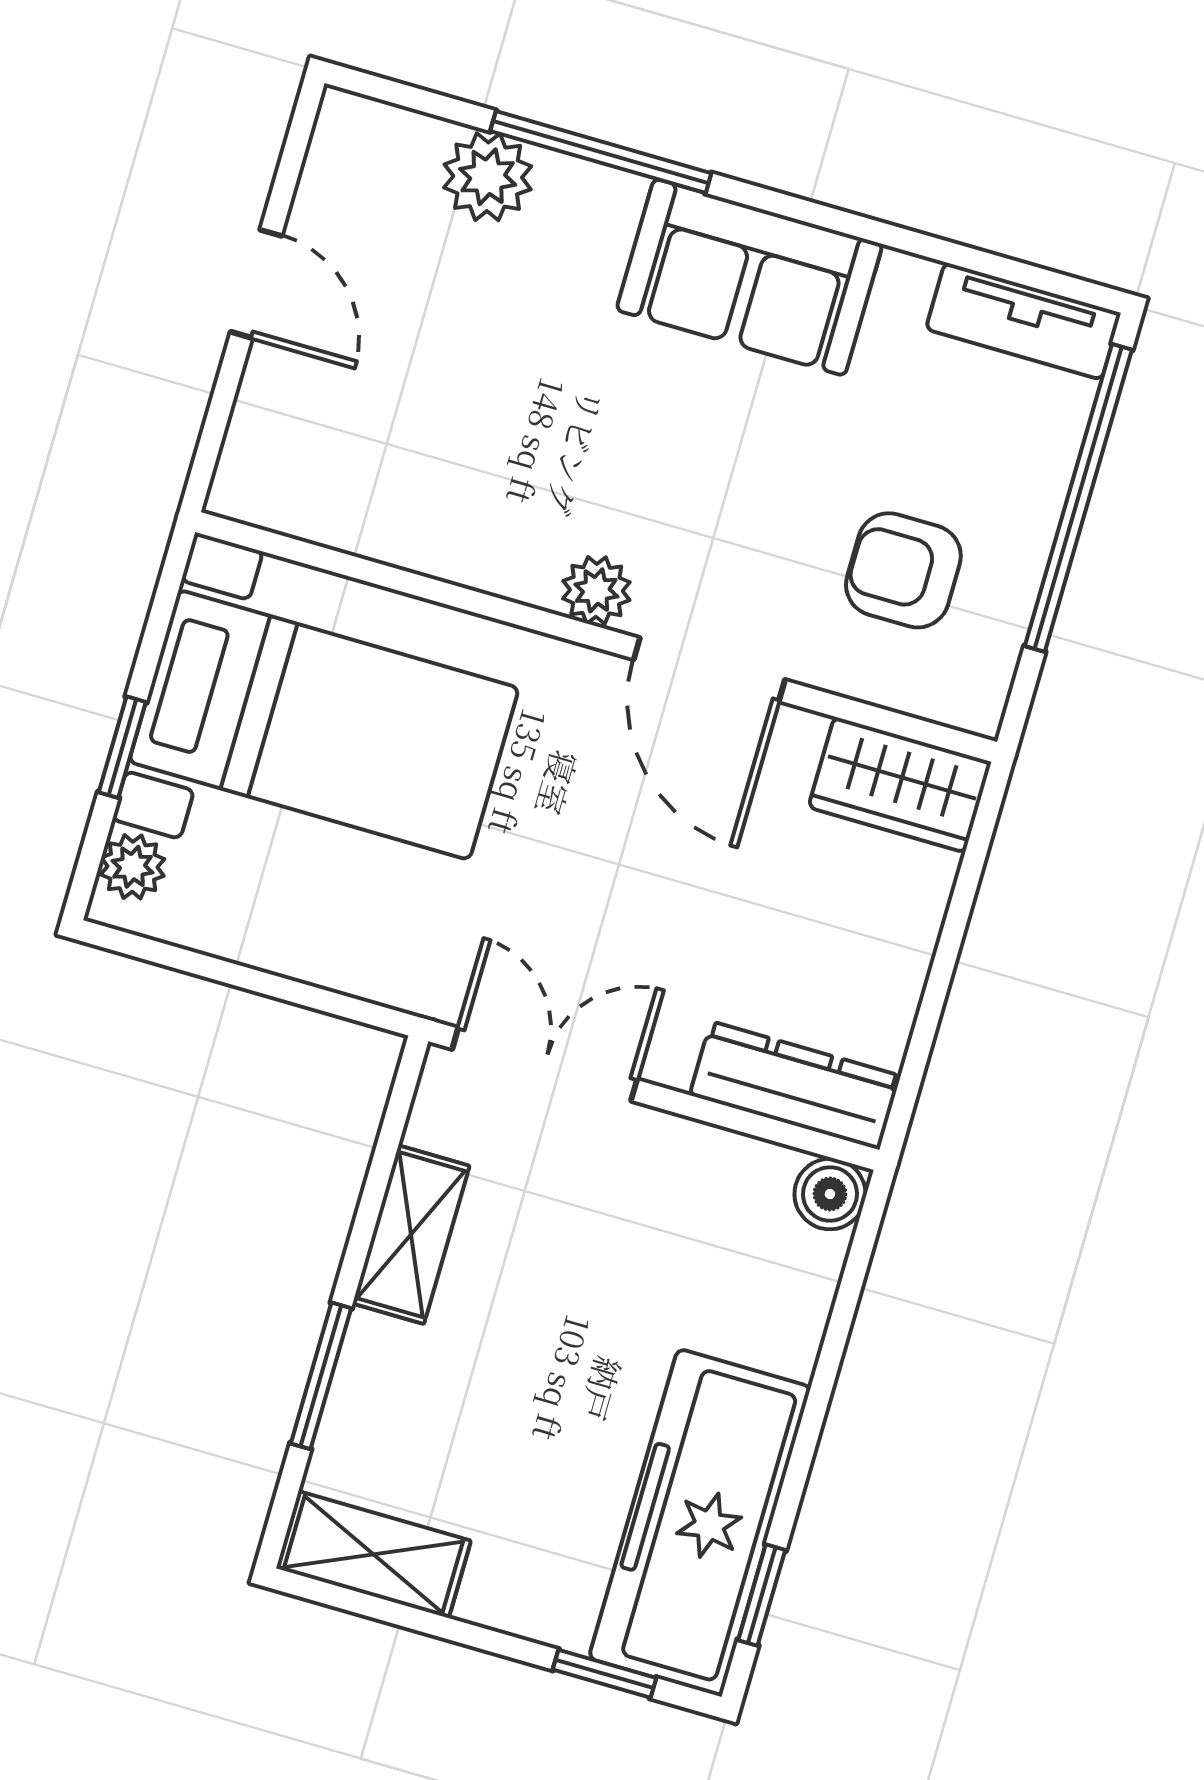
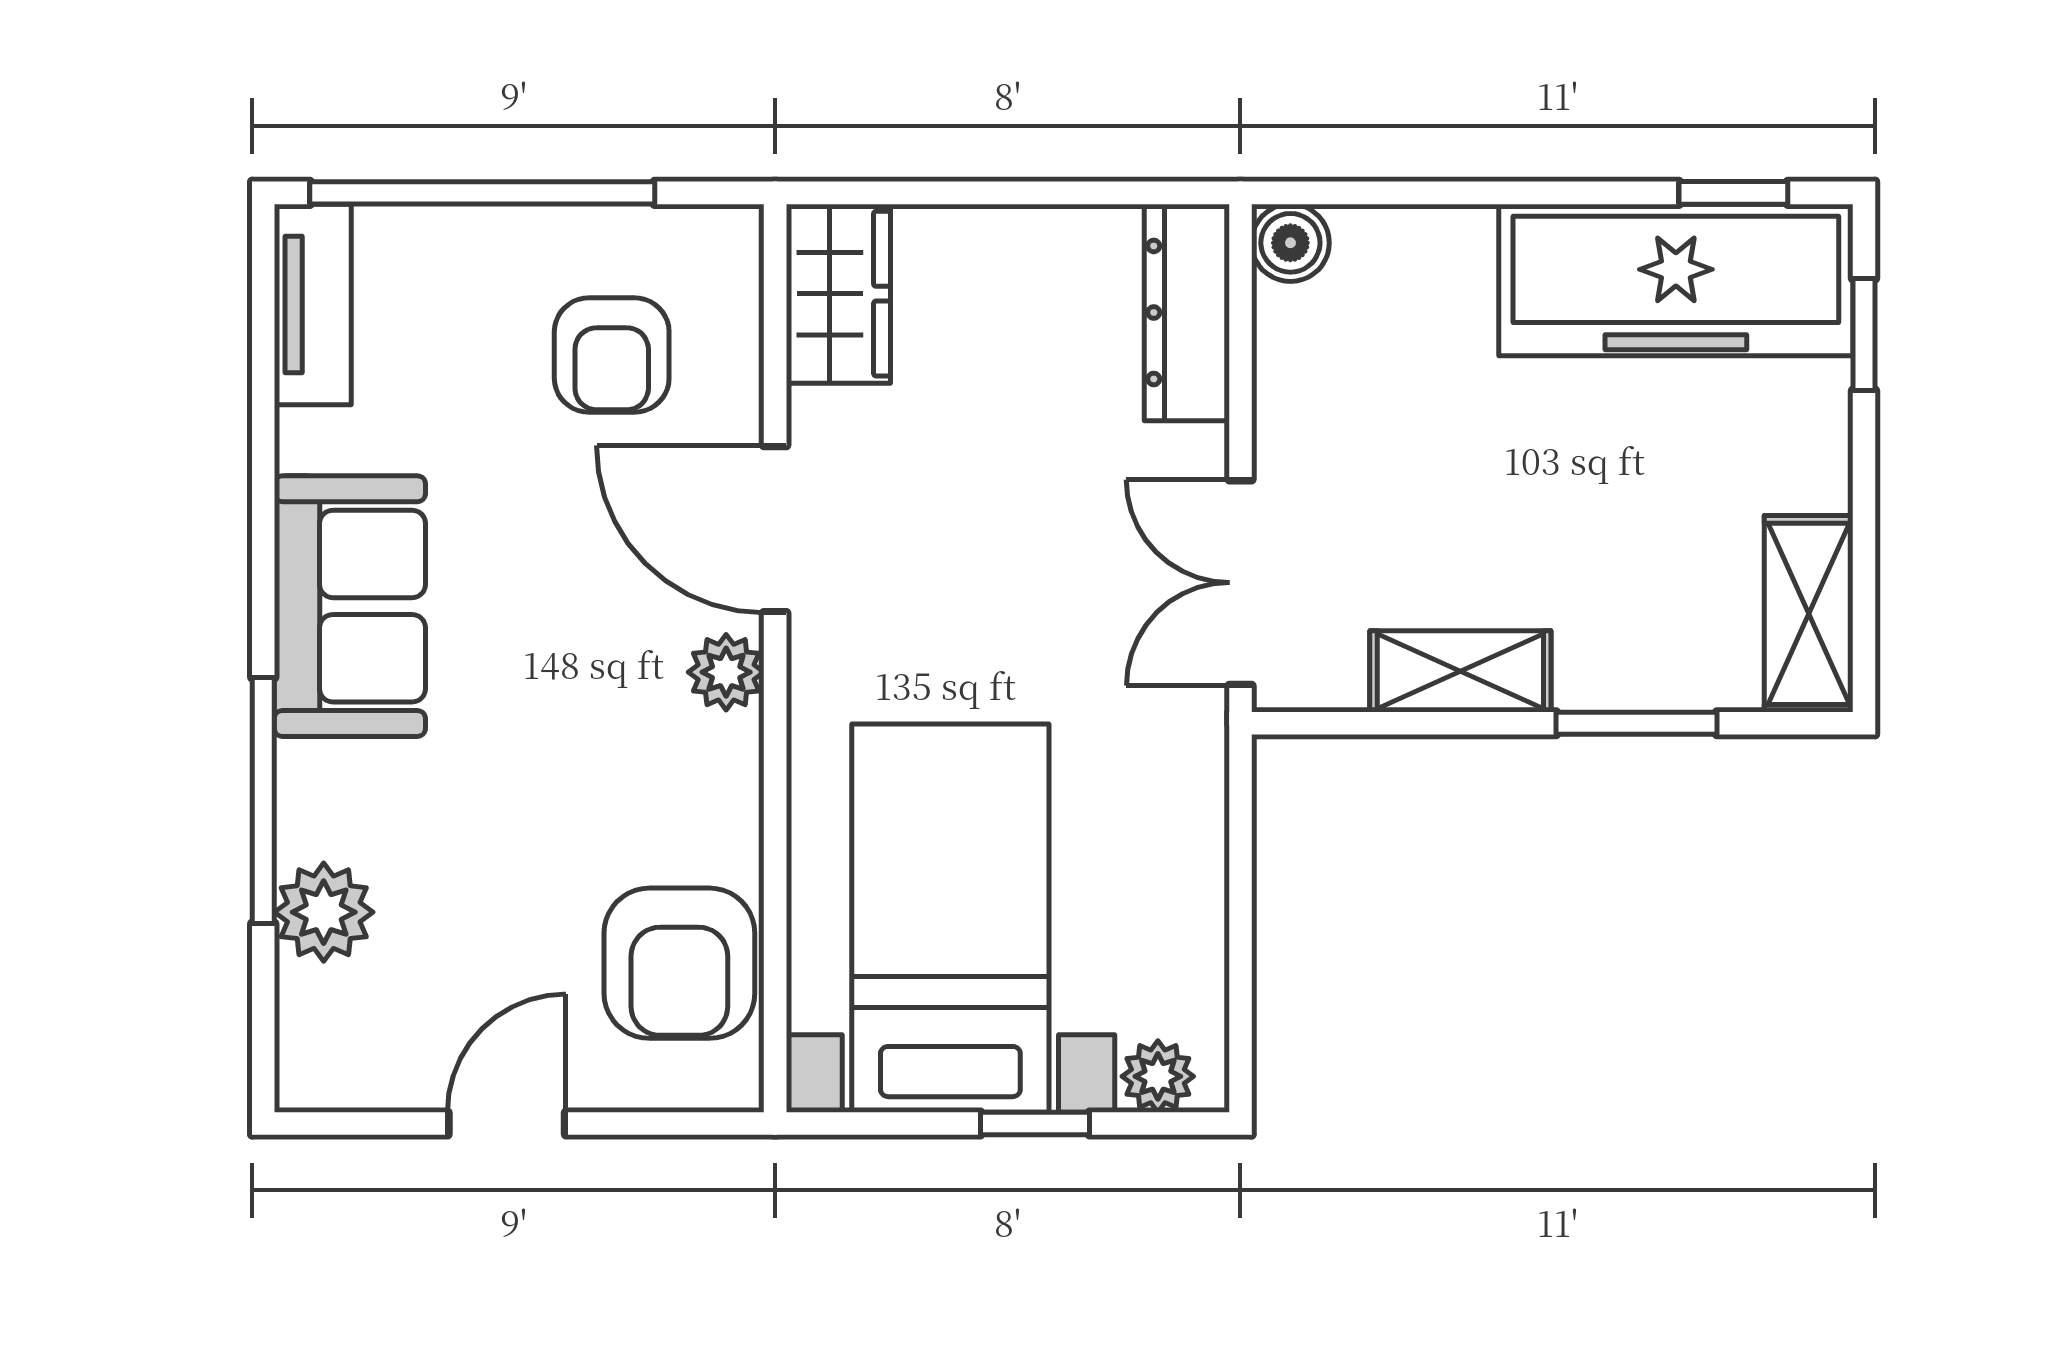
armchair: (353, 476) -> (679, 963), added
door: (709, 670) -> (775, 529), swing flipped

